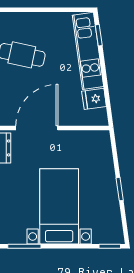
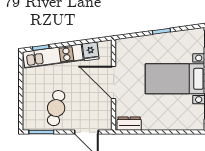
door: (37, 128) -> (114, 82), moved

